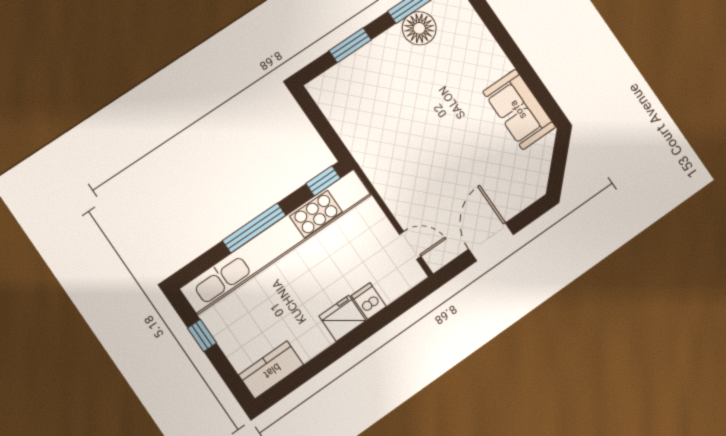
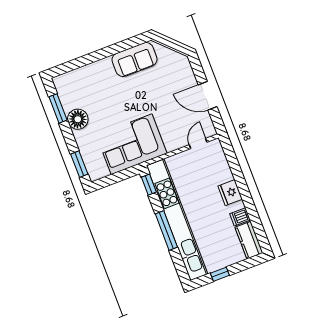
floor lamp: (419, 28) -> (78, 119), moved
window: (350, 45) -> (79, 164), moved
corner sofa: (382, 137) -> (132, 144), added
dishwasher: (369, 301) -> (240, 217), moved

